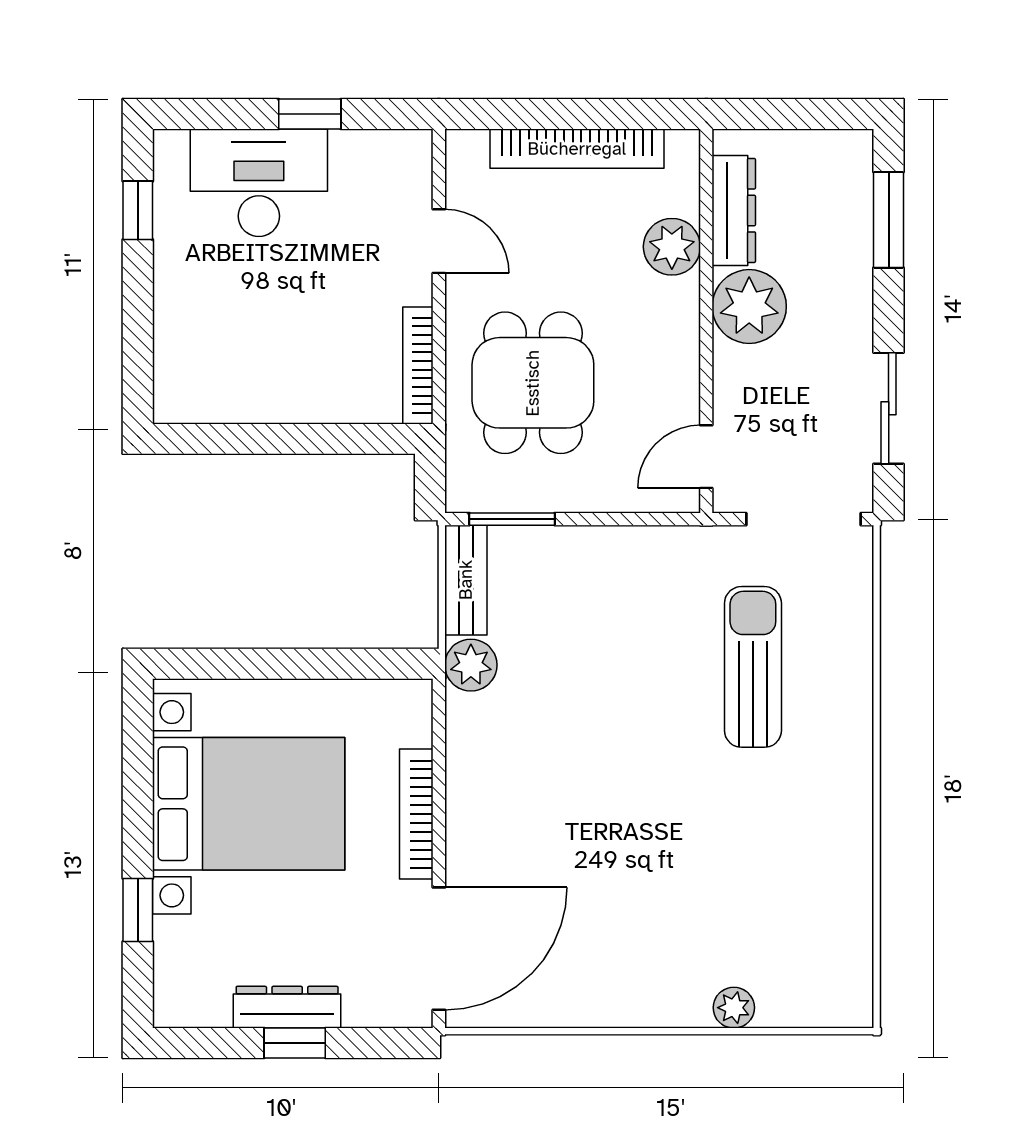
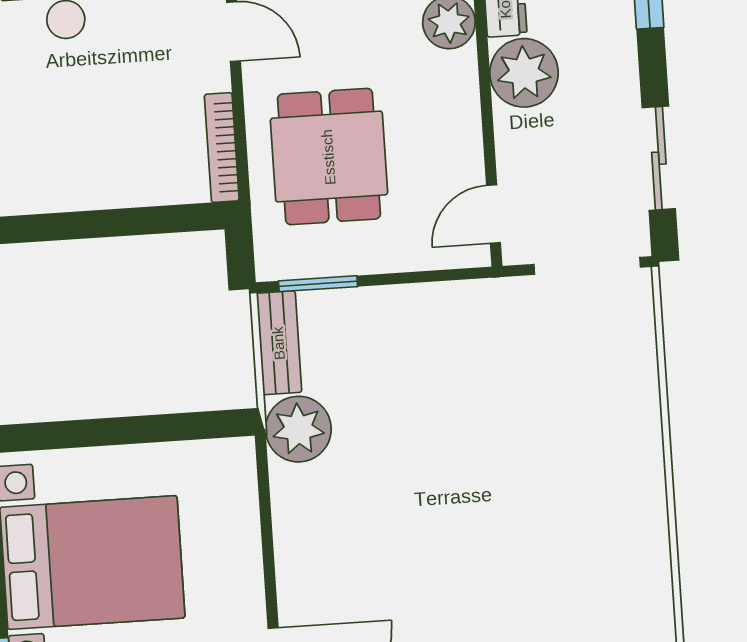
plant: (471, 665) -> (298, 429), width x1.36, depth x1.36
sun lounger: (753, 667) -> (550, 405), removed
bookcase: (416, 814) -> (248, 562), removed

